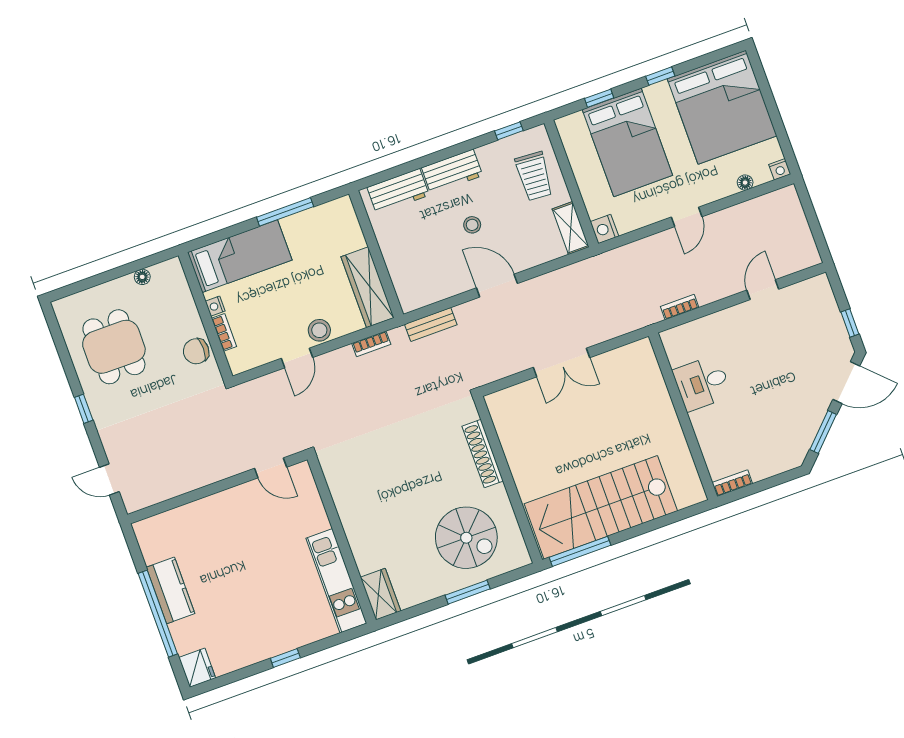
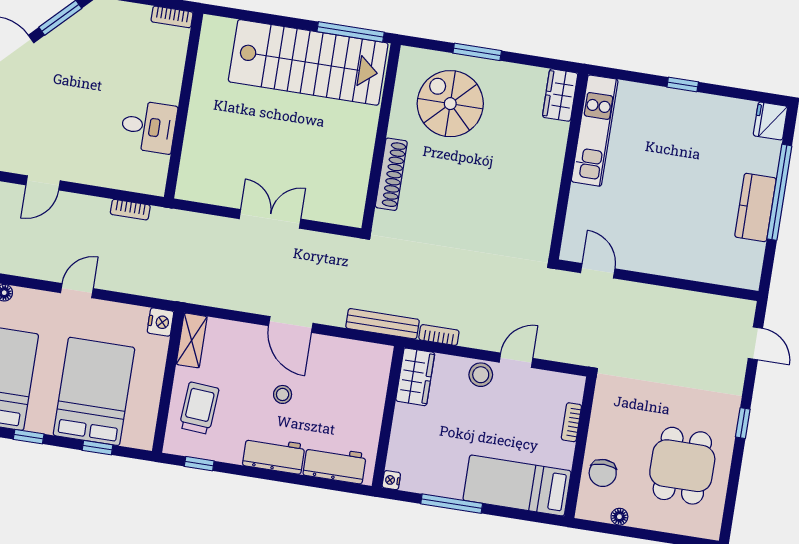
wardrobe: (368, 287) -> (415, 377), width x0.67
nightstand: (215, 306) -> (391, 480), moved, turned 180
bench: (431, 325) -> (383, 324), width x1.36
chair: (196, 351) -> (603, 473), moved, turned 90

